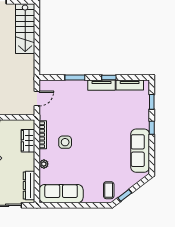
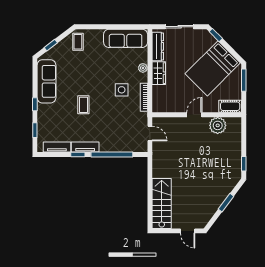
window: (75, 77) -> (112, 155), width x2.11
door: (37, 99) -> (150, 133), swing flipped
coffee table: (103, 127) -> (83, 105), added
wardrobe: (28, 141) -> (159, 73), moved
window: (125, 195) -> (51, 45), moved

